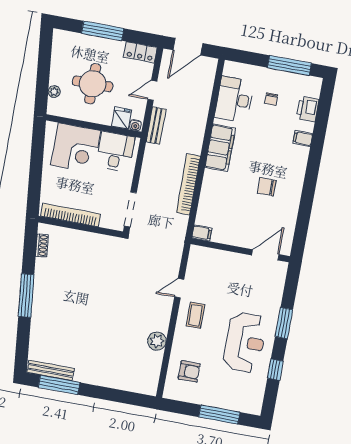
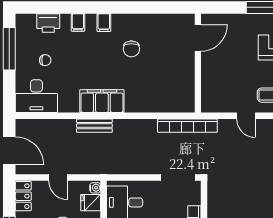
desk: (234, 100) -> (36, 96), moved
bench: (156, 125) -> (94, 126), moved
bookcase: (188, 184) -> (187, 126), moved
filing cabinet: (202, 233) -> (104, 23), moved, turned 180
door: (265, 255) -> (198, 38), swing flipped

